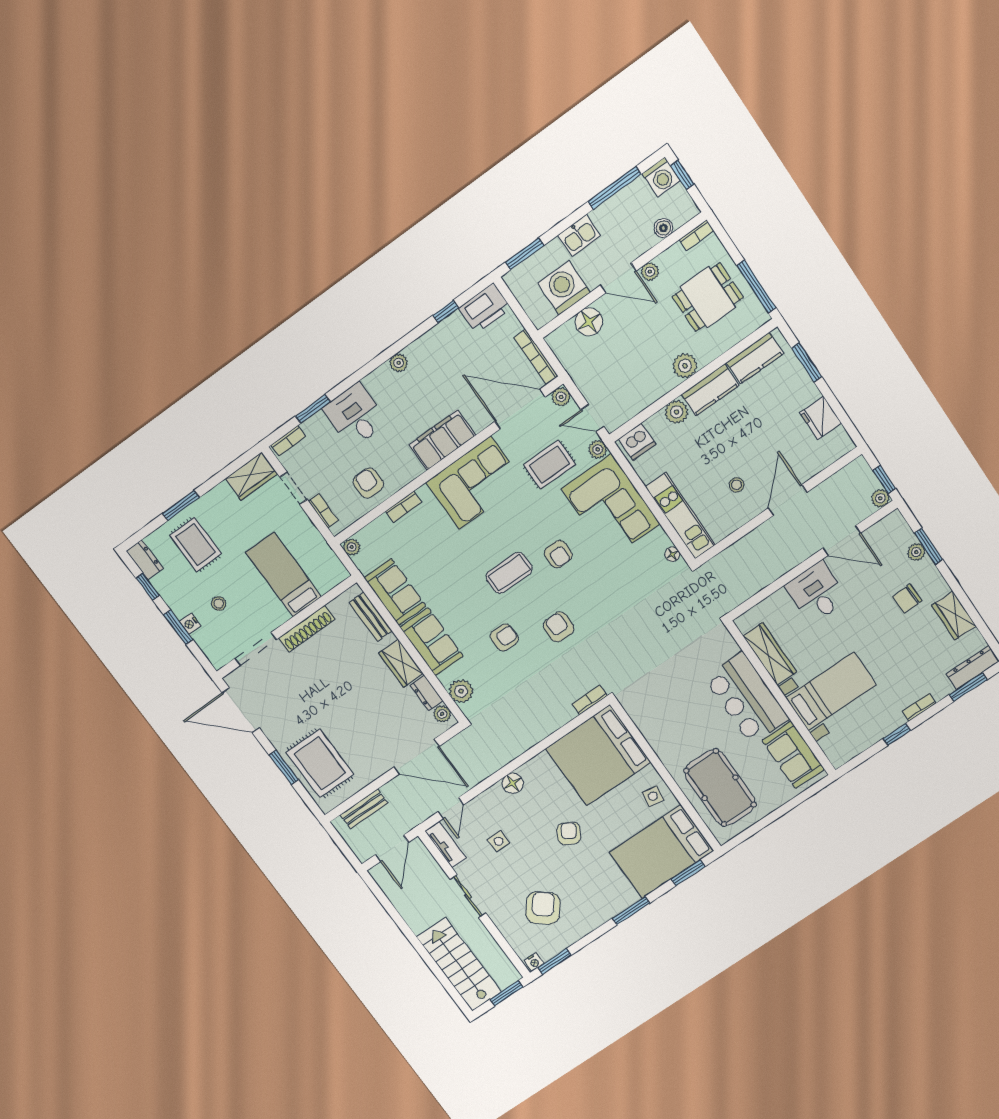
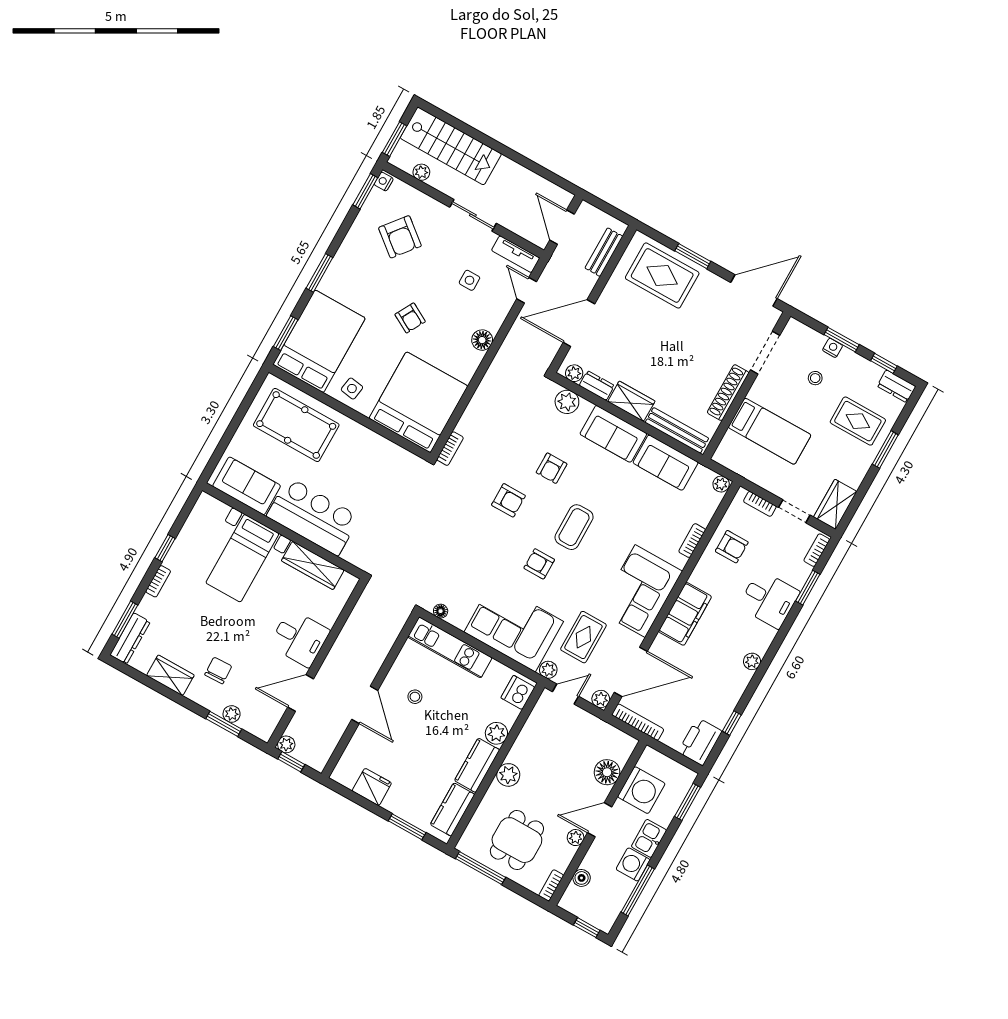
washing machine: (661, 177) -> (633, 864), moved
bench: (371, 617) -> (677, 430), width x1.36
plant: (496, 954) -> (421, 172), added

